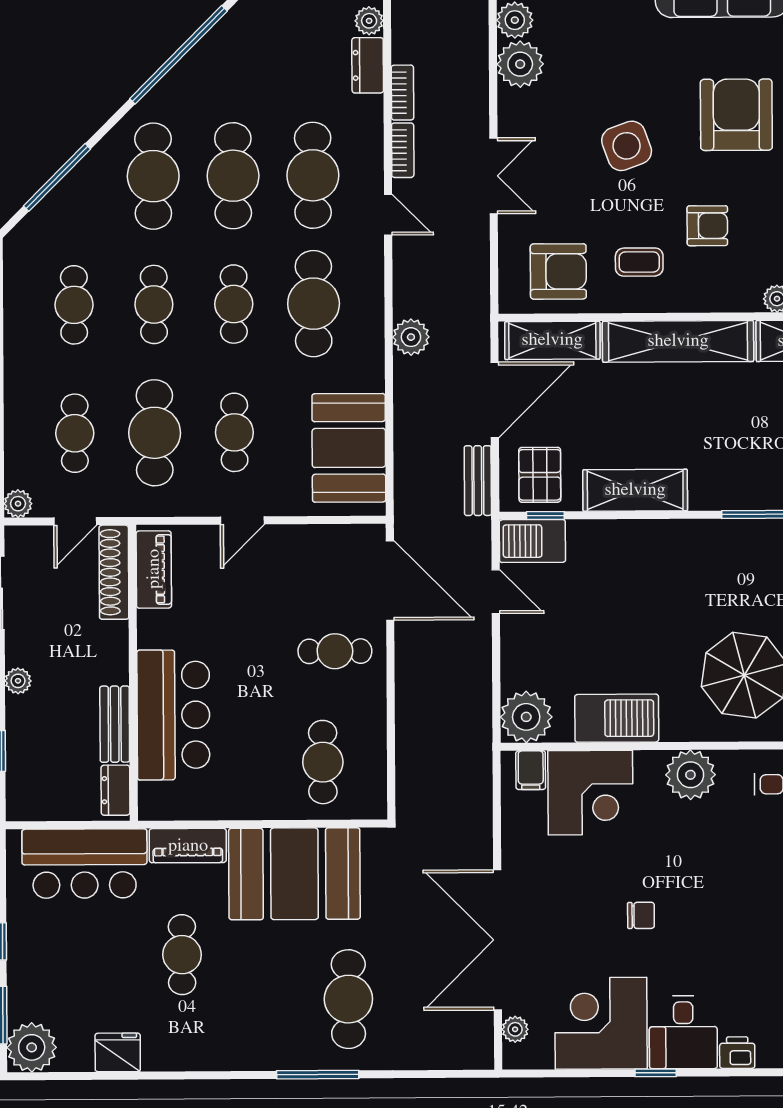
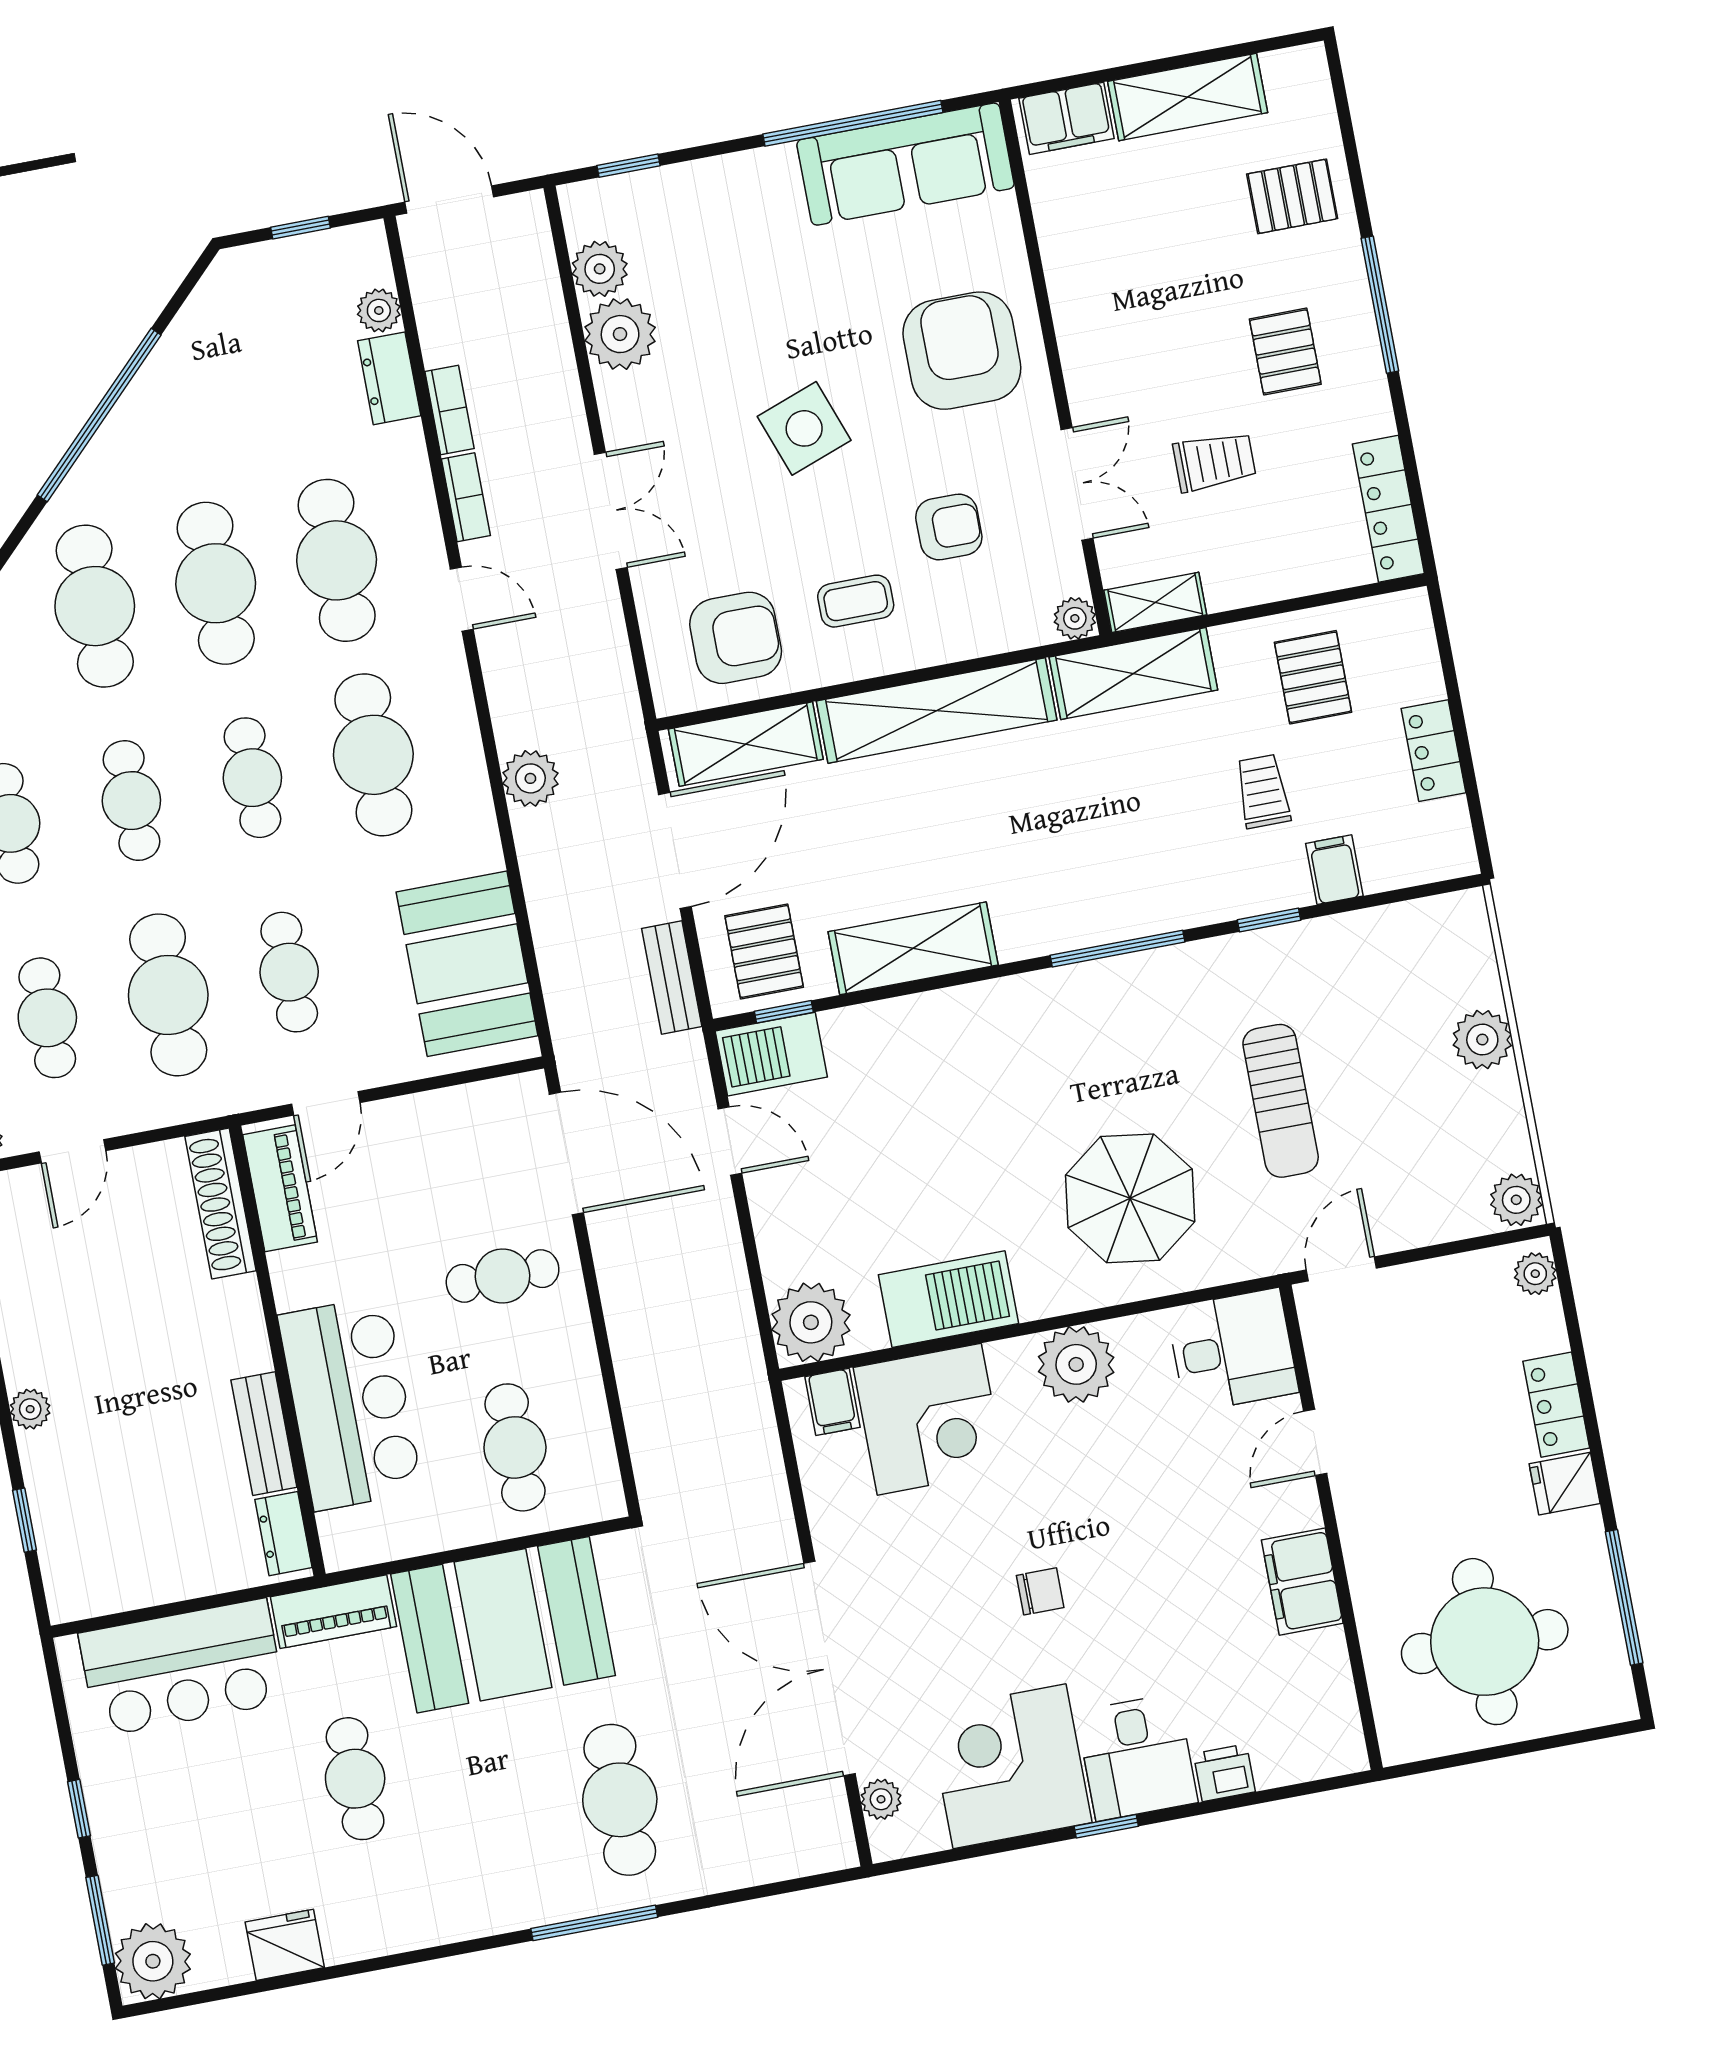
piano: (154, 569) -> (280, 1188), moved
shoe rack: (114, 572) -> (220, 1204), moved
wall: (133, 673) -> (277, 1351), moved
bar counter: (173, 715) -> (350, 1403), moved
bench: (115, 724) -> (264, 1434), moved
dresser: (115, 790) -> (283, 1534), moved

